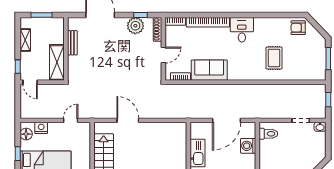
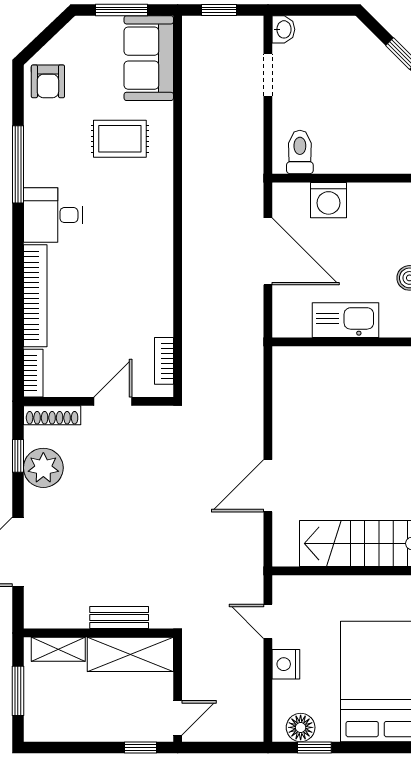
window: (263, 15) -> (18, 164), added
shelving: (25, 40) -> (58, 649), moved
bench: (72, 43) -> (119, 618), moved
door: (163, 55) -> (113, 401), hinge flipped
sofa: (209, 70) -> (149, 58), moved
nightstand: (41, 128) -> (286, 664), moved
window: (18, 154) -> (314, 747), moved

